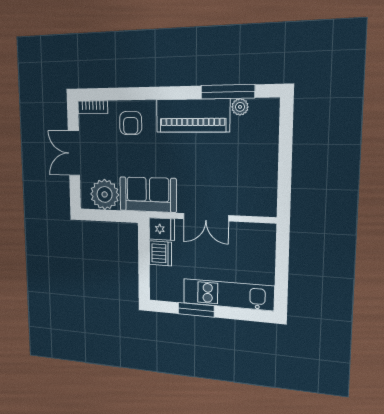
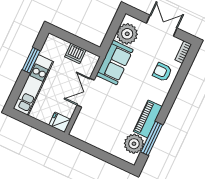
plant: (240, 107) -> (134, 144), width x1.88, depth x1.88
piano: (193, 116) -> (148, 119), width x0.73, depth x0.75
fridge: (162, 229) -> (60, 122), moved, turned 90

